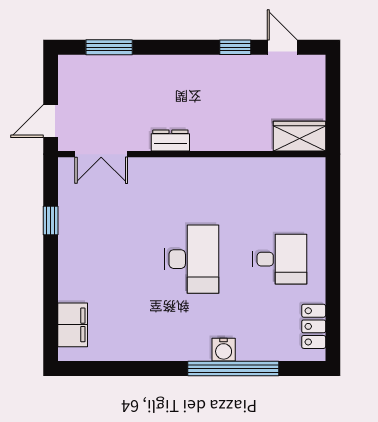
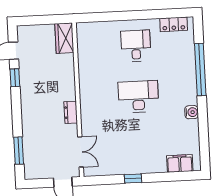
window: (51, 220) -> (133, 179), moved
water cooler: (224, 350) -> (192, 112), moved

